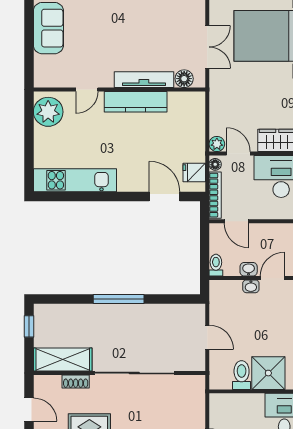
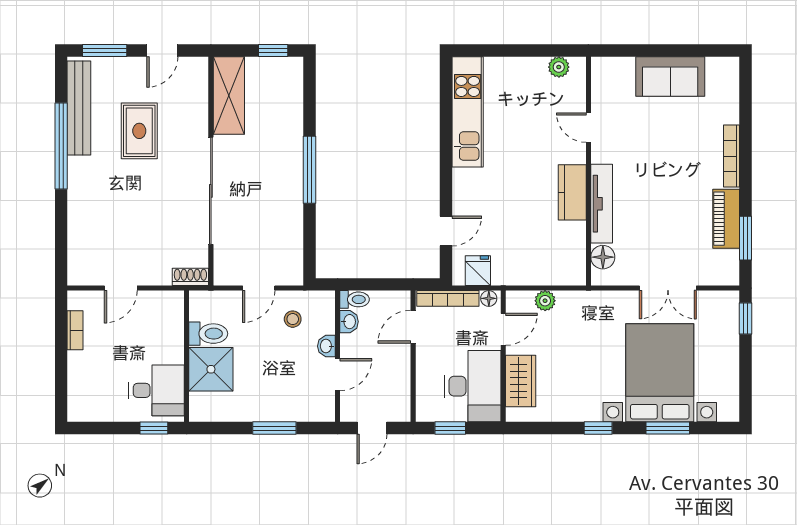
double door: (207, 47) -> (668, 288), moved
kitchen counter: (136, 102) -> (572, 192), width x0.67
plant: (48, 112) -> (559, 67), width x0.53, depth x0.53
plant: (217, 144) -> (545, 301), moved
door: (165, 197) -> (446, 231), width x0.73
washbasin: (249, 269) -> (349, 322), moved
door: (272, 278) -> (338, 375), hinge flipped
stool: (231, 312) -> (293, 319), added
shoe rack: (76, 381) -> (190, 277), moved, turned 90

